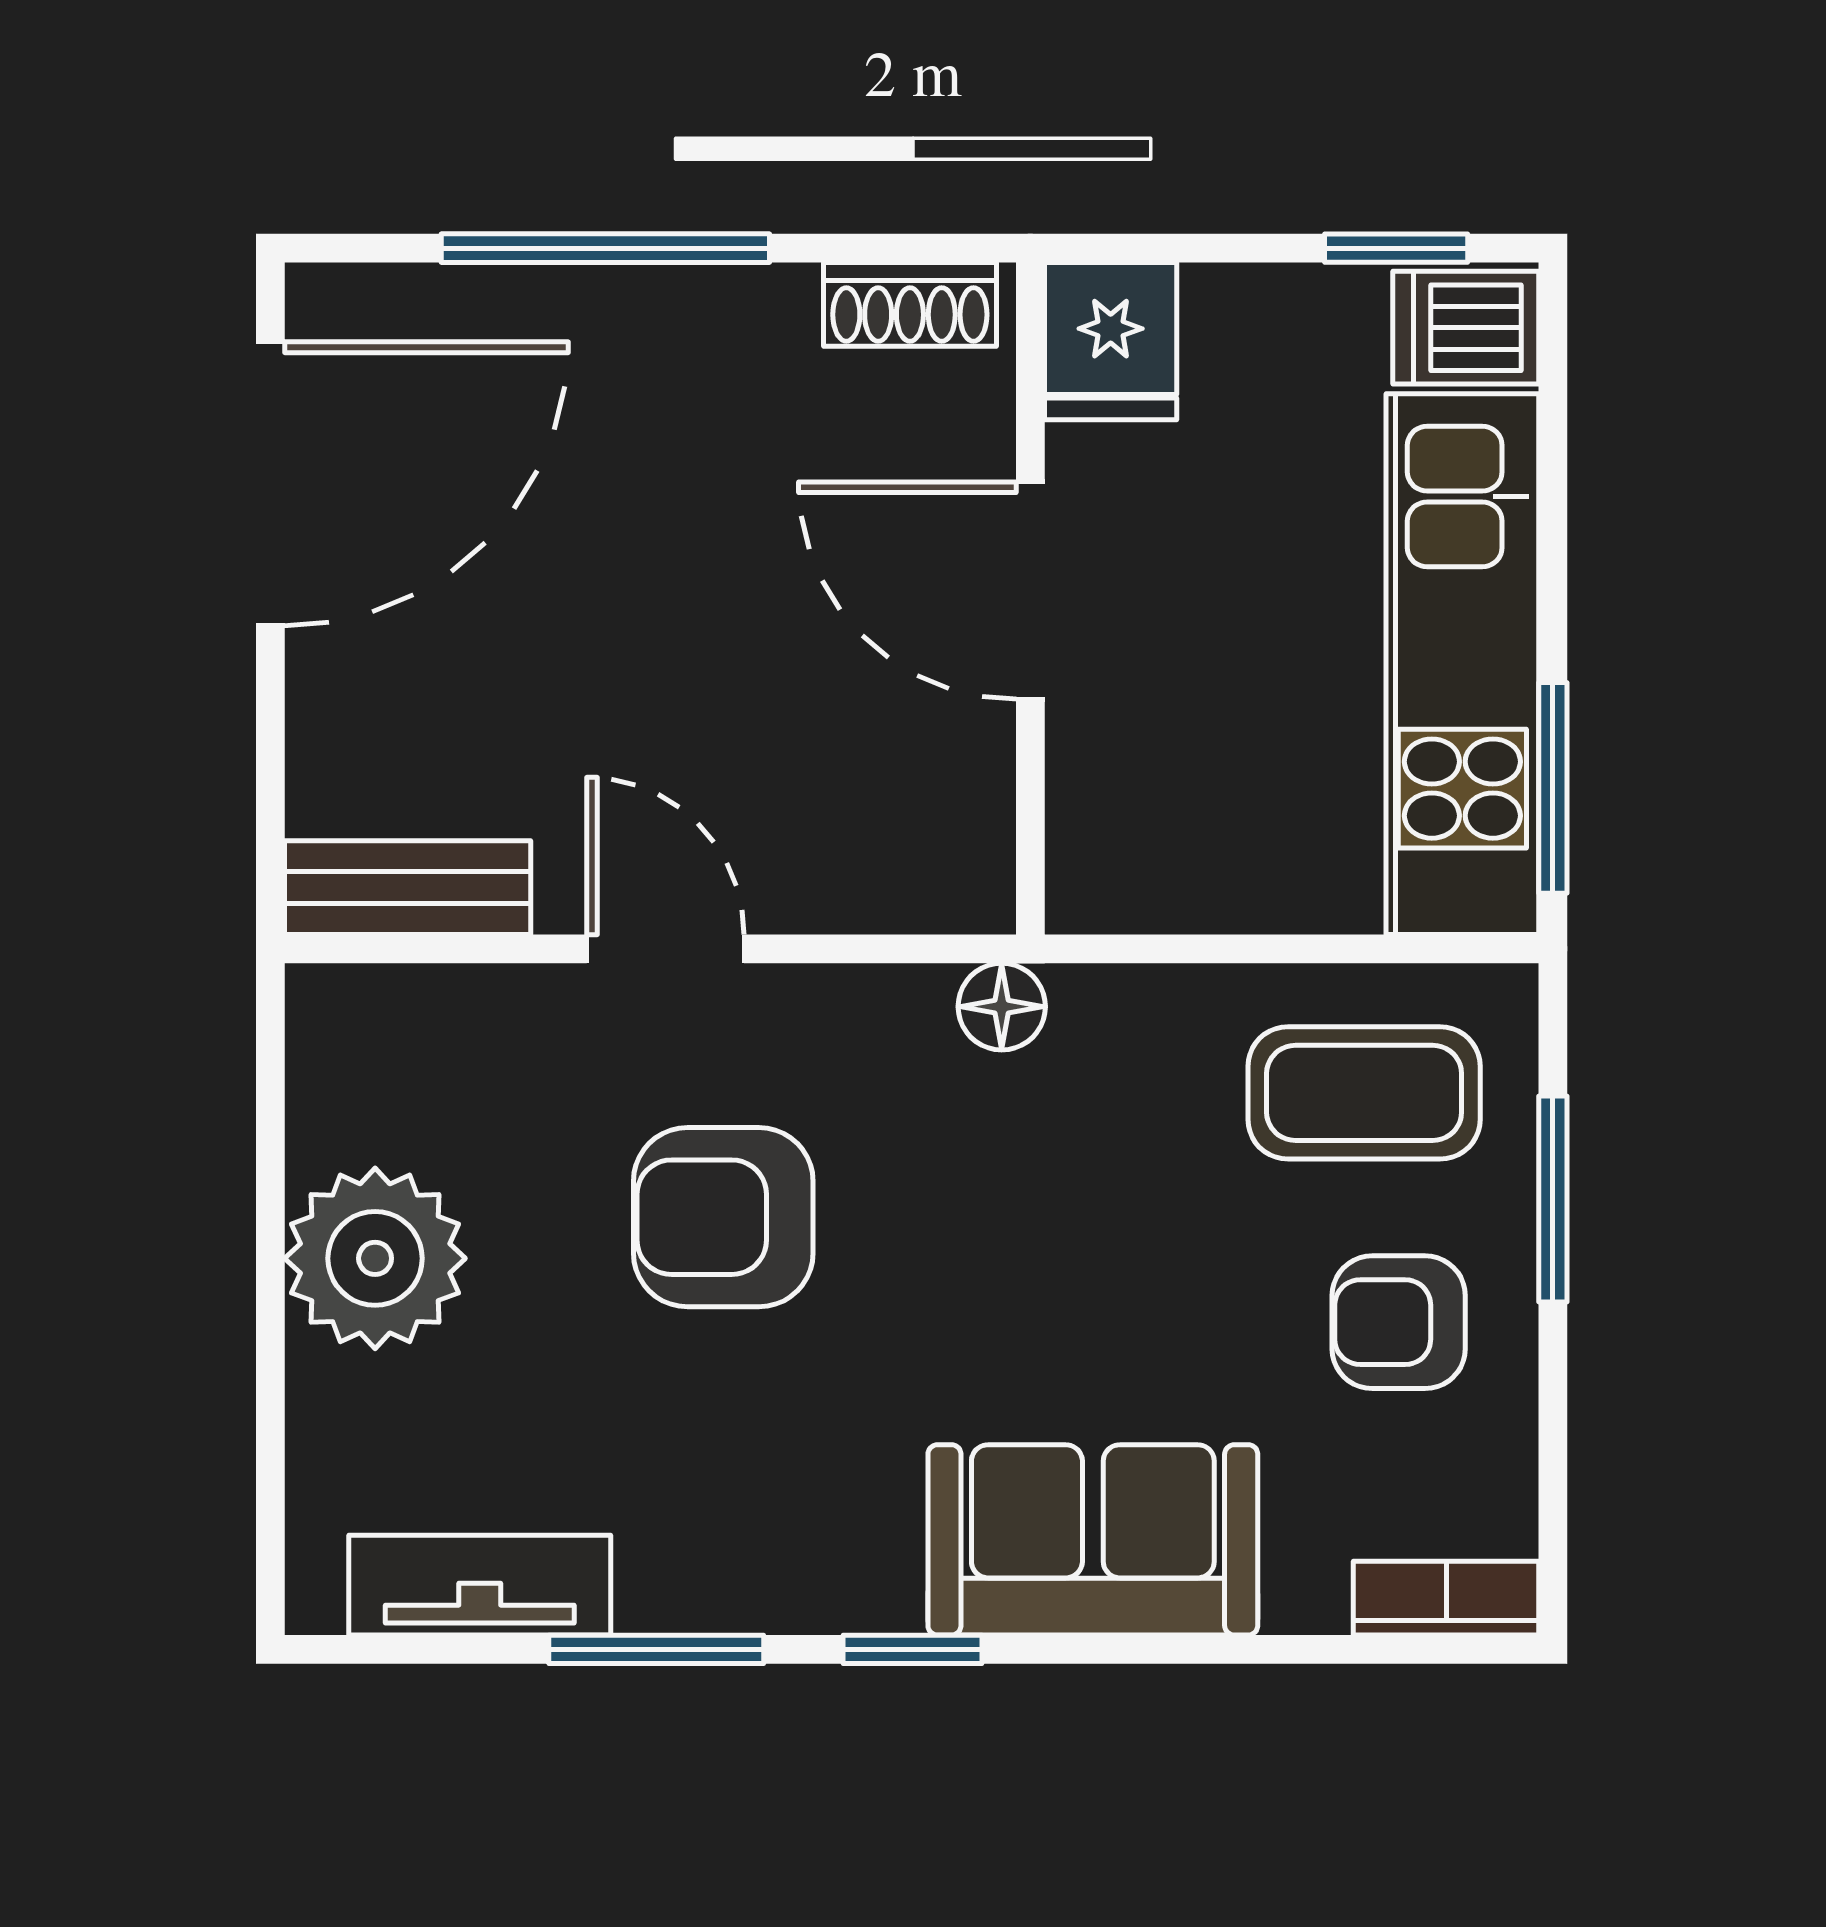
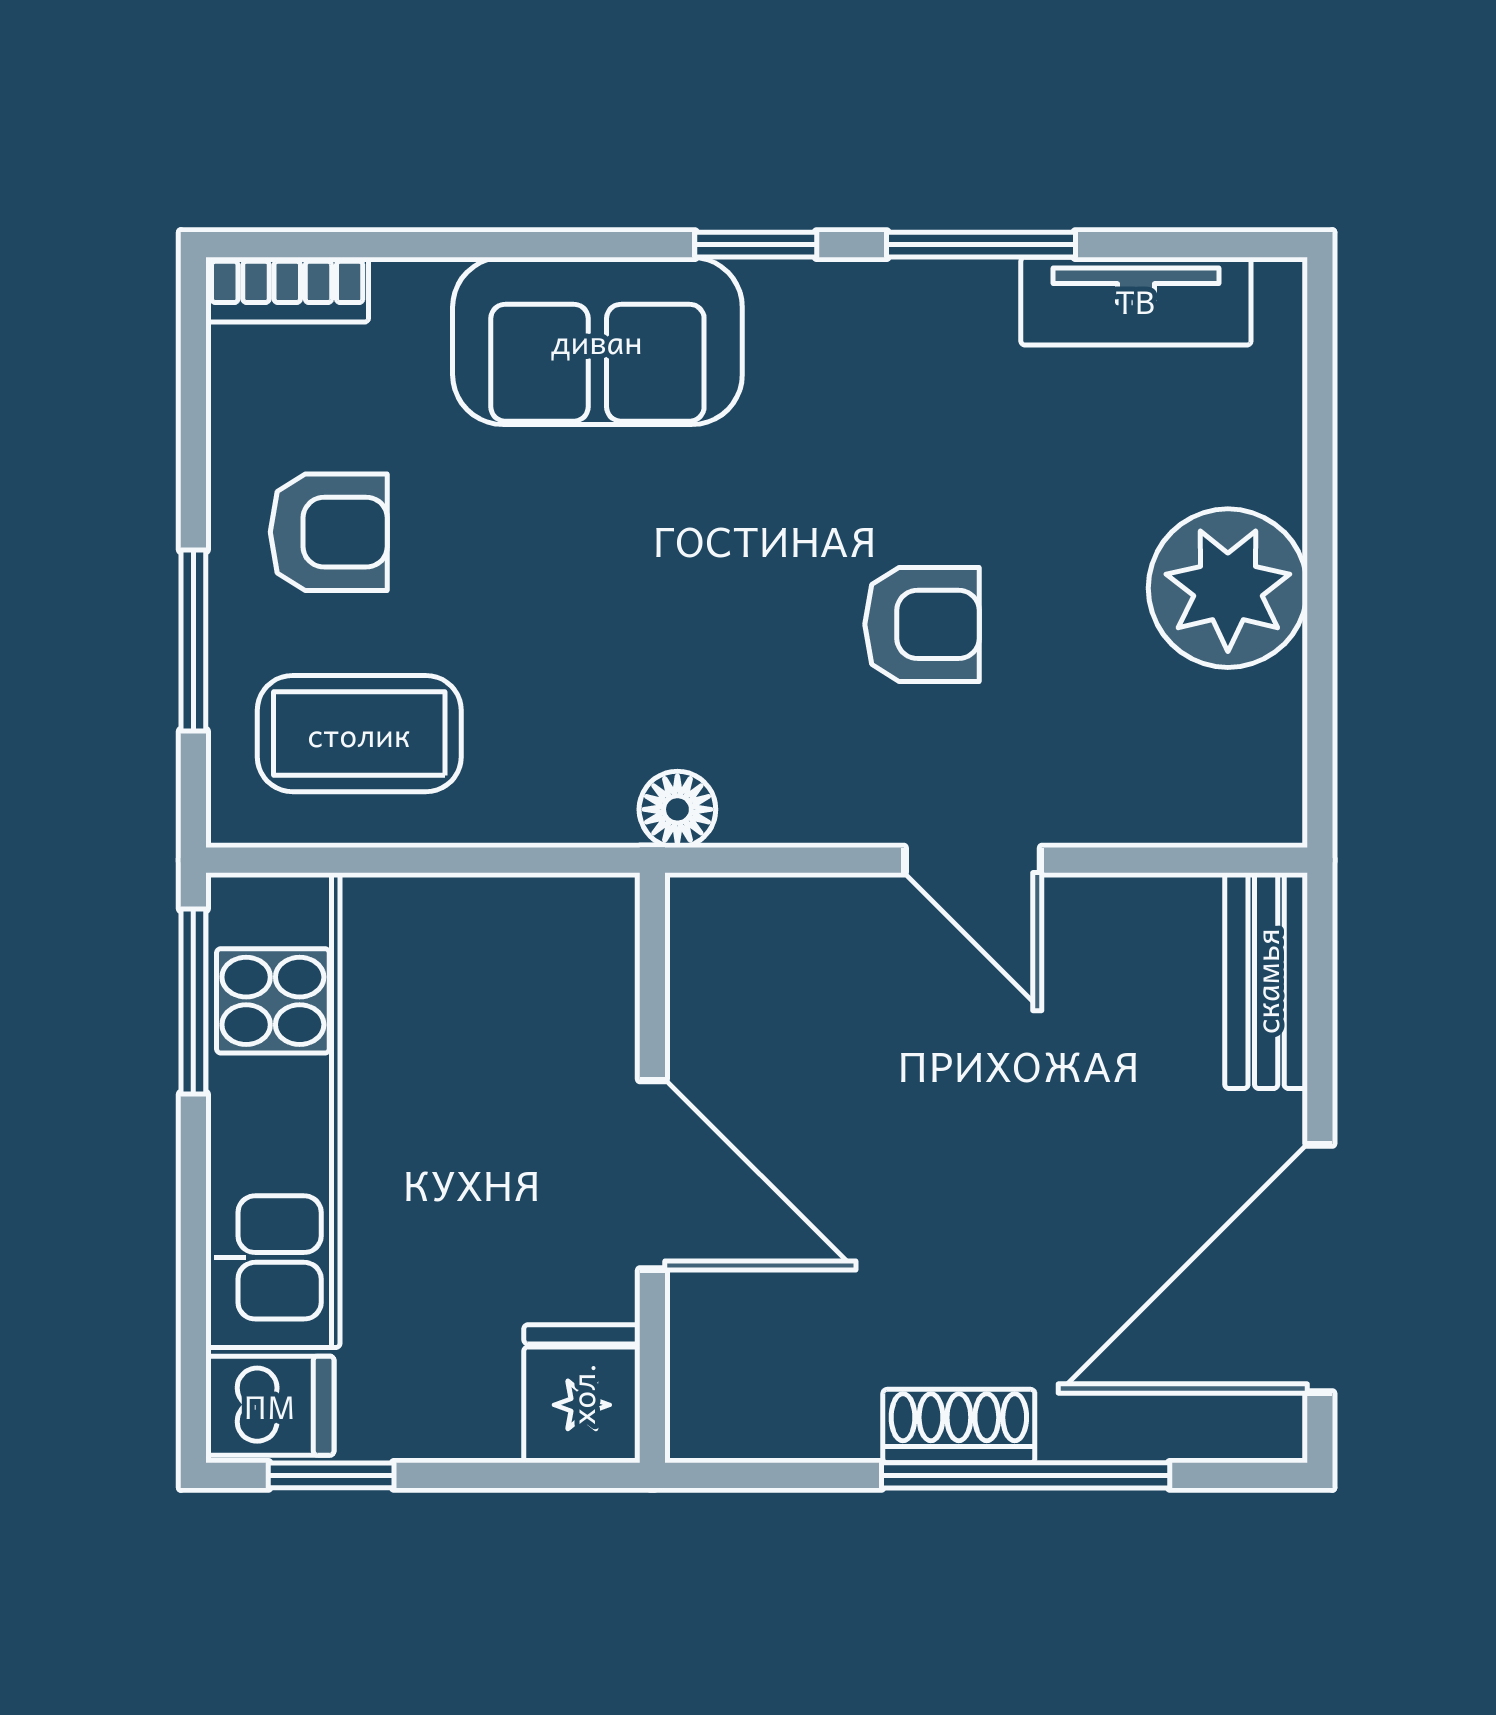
shoe rack: (910, 304) -> (959, 1426), moved
bench: (408, 888) -> (1266, 981), moved, turned 90
armchair: (723, 1217) -> (922, 624), width x0.72, depth x0.72

